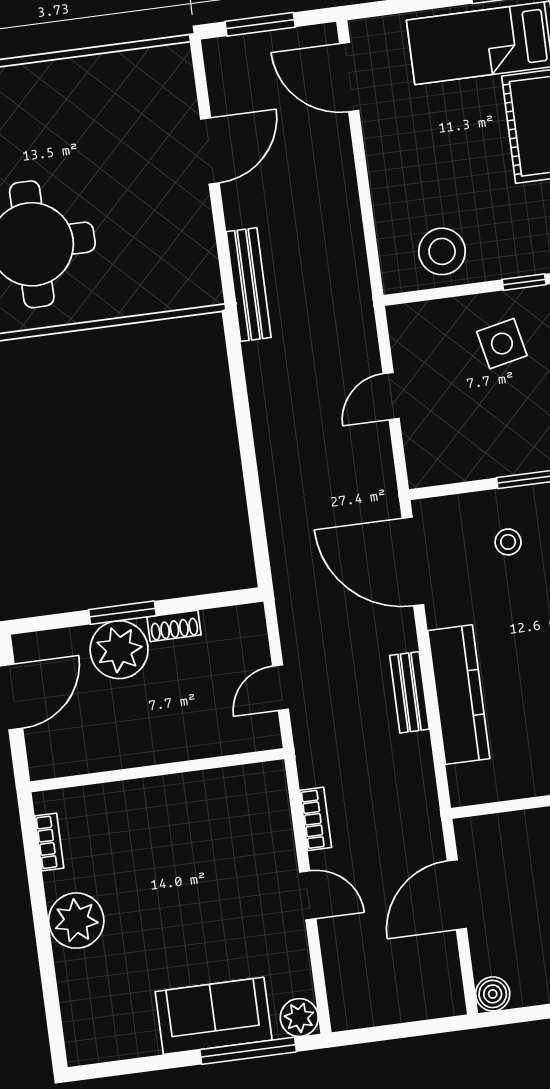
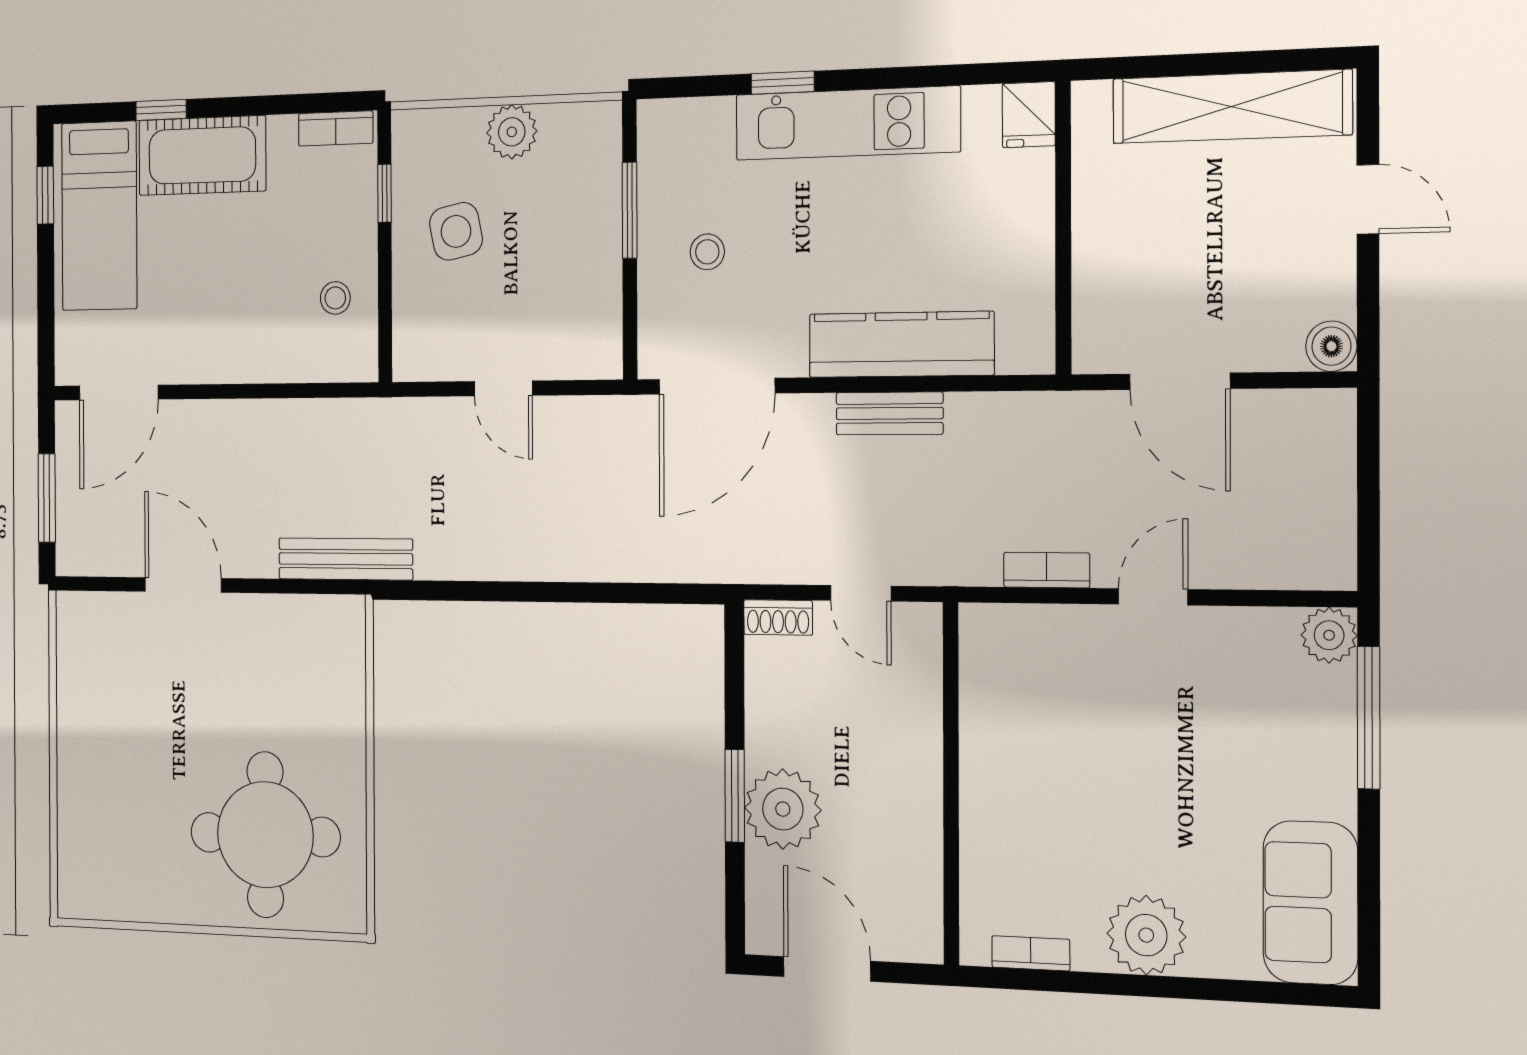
stool: (442, 251) -> (335, 298), width x0.53, depth x0.53
shoe rack: (174, 626) -> (778, 617), moved, turned 90
sofa: (214, 1016) -> (1310, 903), moved

